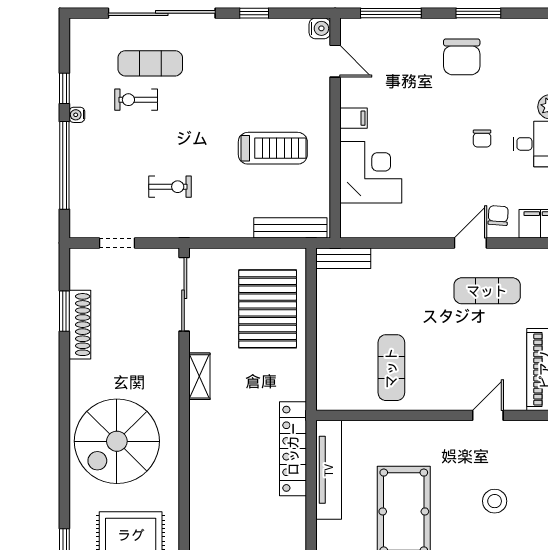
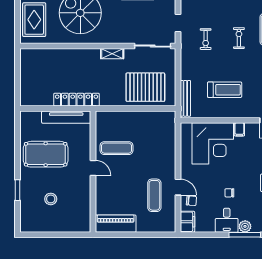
exercise bike: (136, 100) -> (239, 38), moved
treadmill: (273, 148) -> (225, 90), turned -90
corner desk: (371, 172) -> (213, 143), width x1.36, depth x1.36
doorway: (117, 243) -> (178, 23), moved
bench: (343, 258) -> (170, 124), removed
door: (488, 415) -> (93, 168), moved

